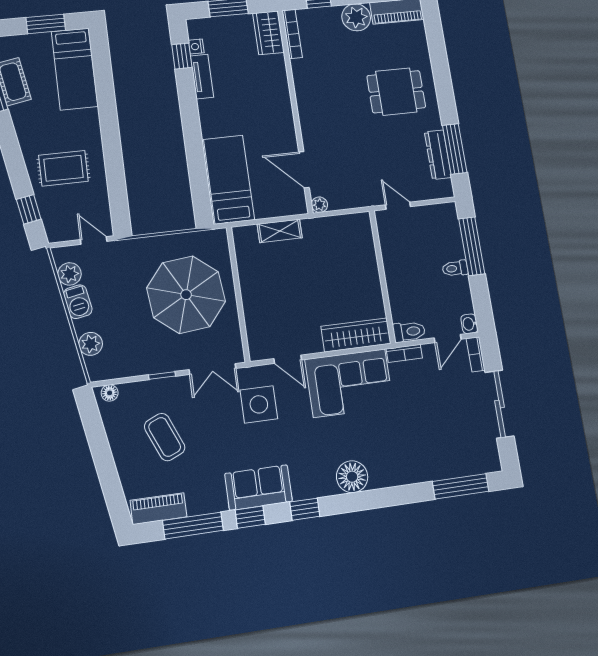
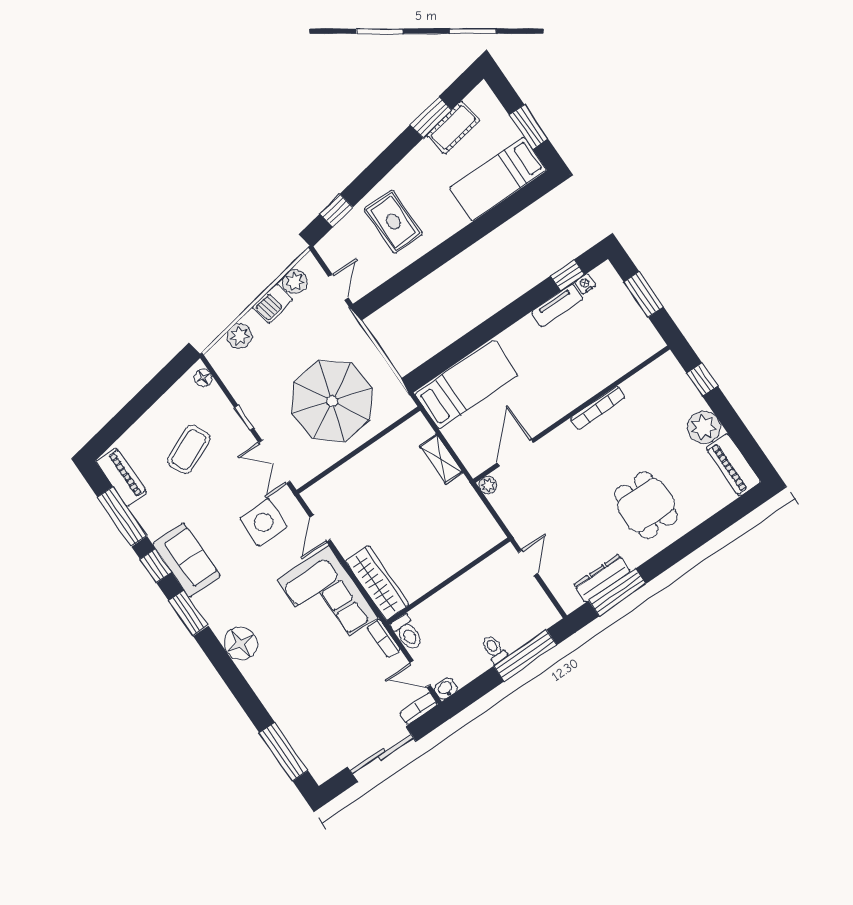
wardrobe: (268, 33) -> (639, 348), removed
bookcase: (292, 34) -> (598, 408), moved
window: (305, 509) -> (189, 613), width x1.50

